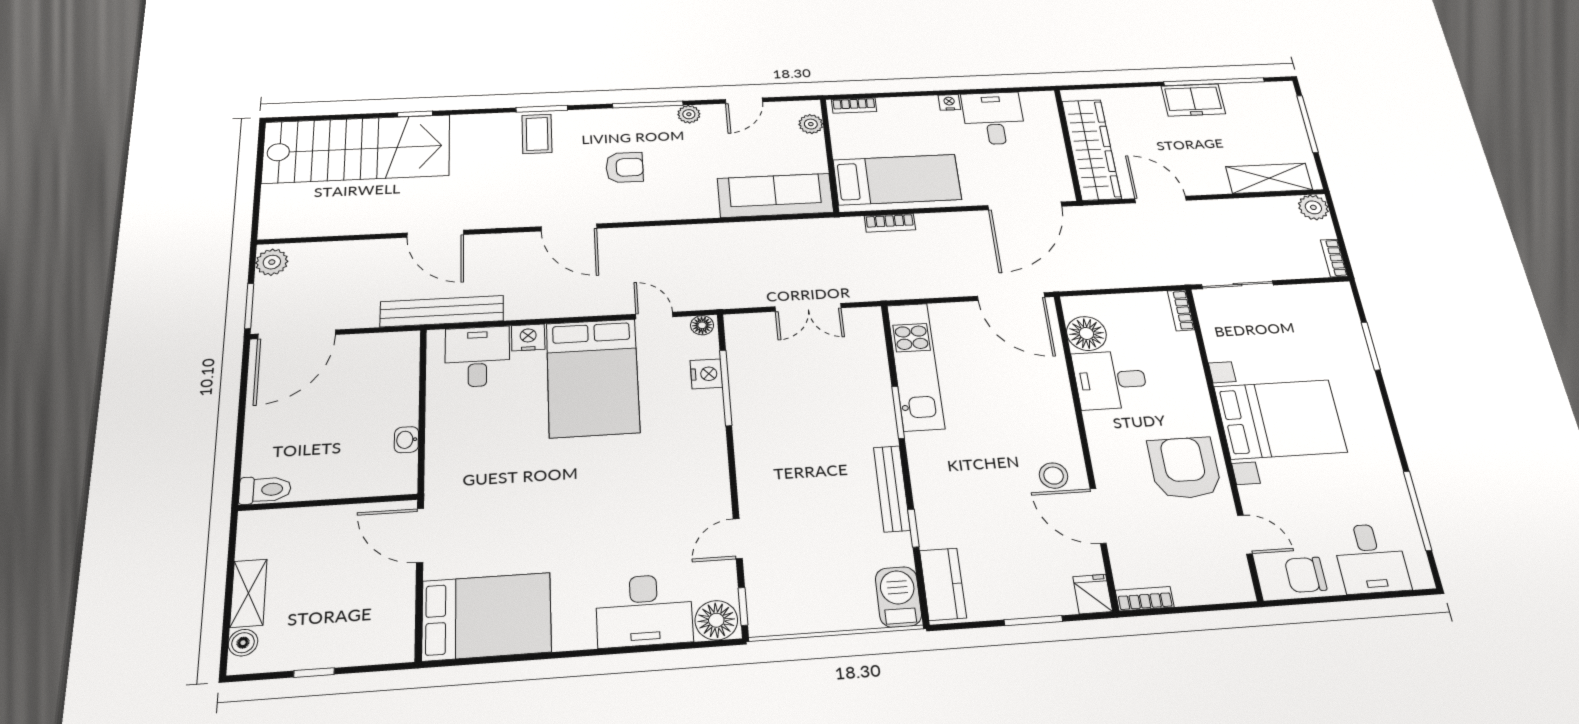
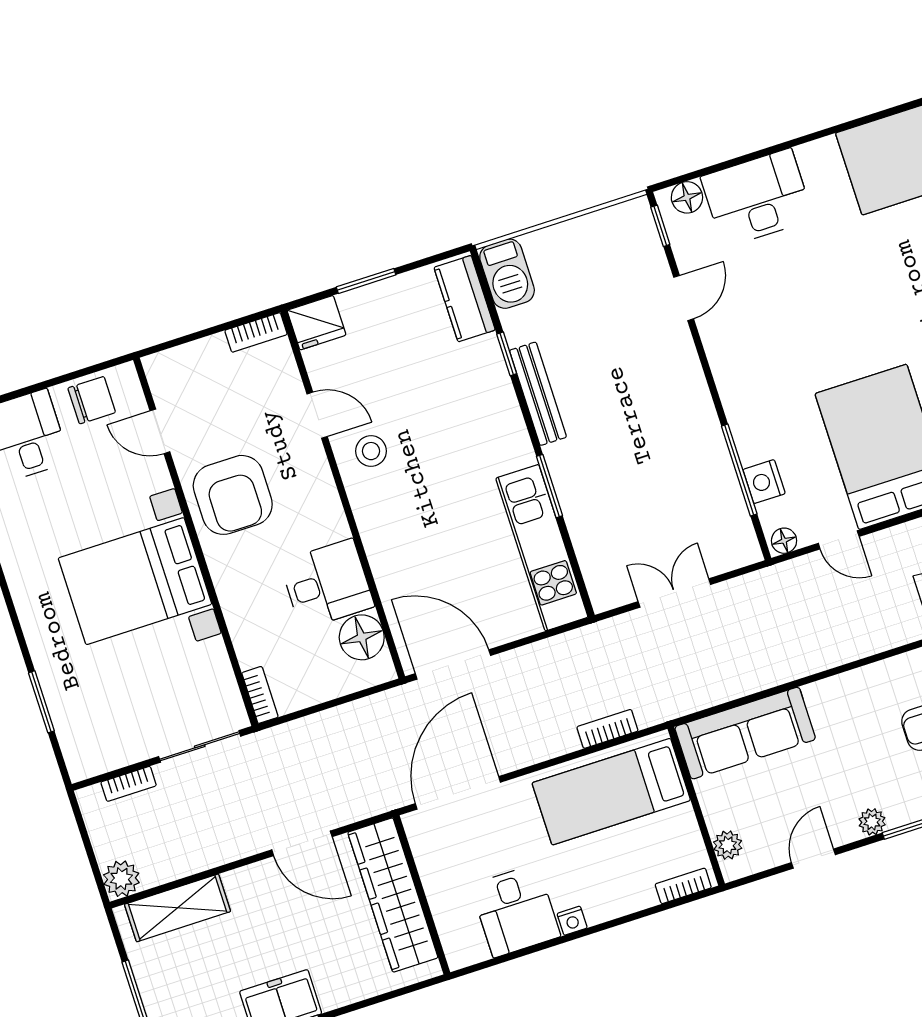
bookcase: (1334, 258) -> (129, 784), moved, turned 90
door: (1098, 516) -> (317, 415), width x0.73
fridge: (1093, 594) -> (316, 323), width x1.38
floor lamp: (716, 620) -> (687, 197), width x0.73, depth x0.73

